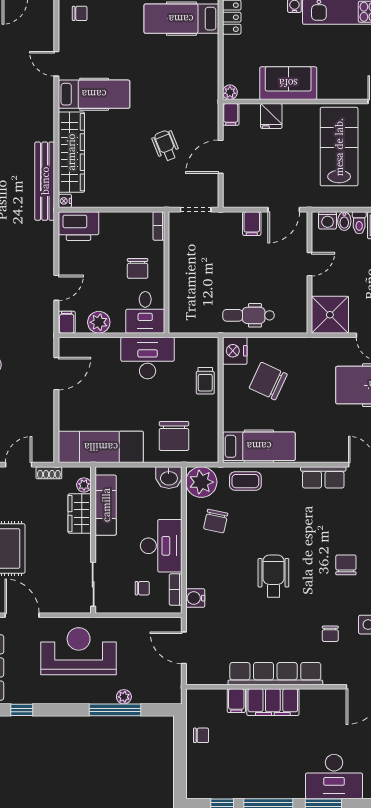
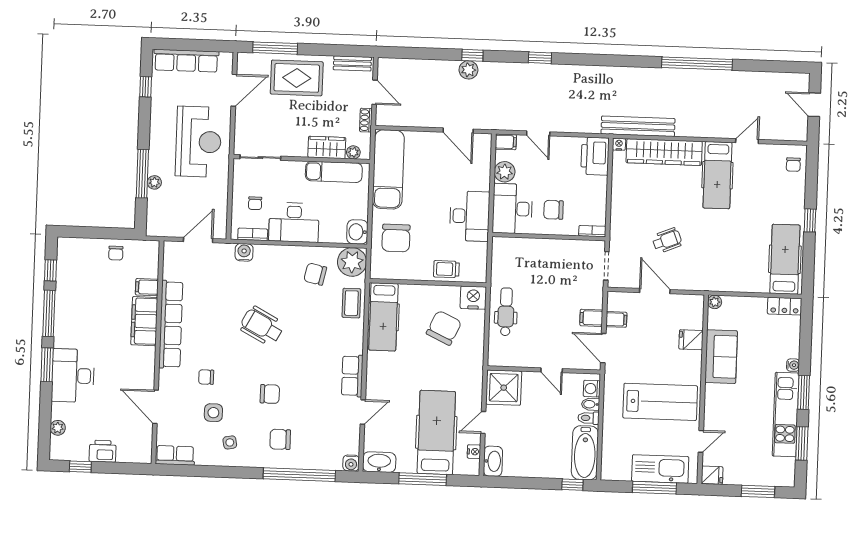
filing cabinet: (231, 114) -> (616, 319), moved, turned 180
desk: (145, 312) -> (512, 209), width x1.37
chair: (174, 436) -> (396, 238), turned -90
wheelchair: (273, 576) -> (262, 326), turned -152

